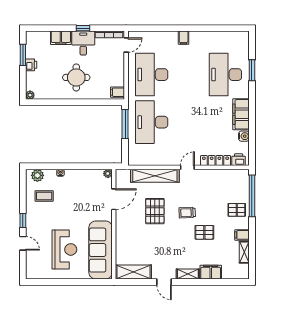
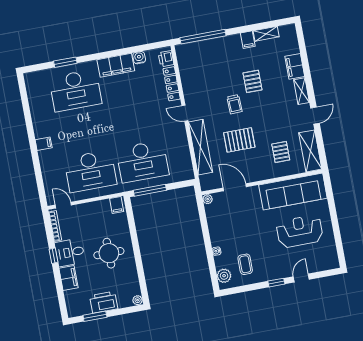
printer: (31, 65) -> (104, 302), width x1.87, depth x1.48
pallet: (237, 210) -> (281, 152), moved

